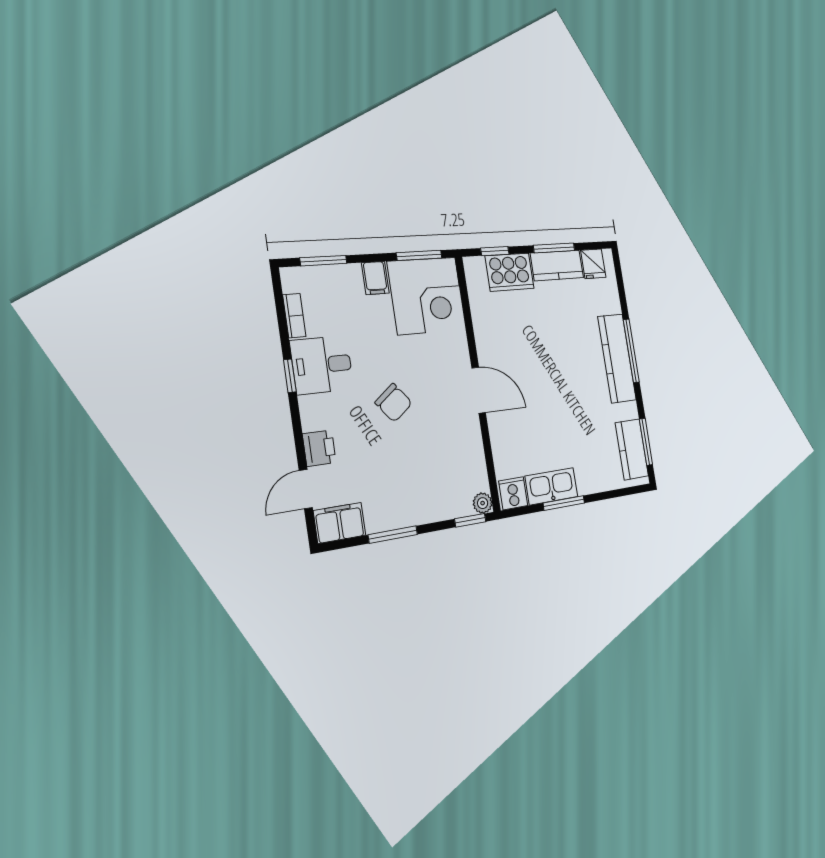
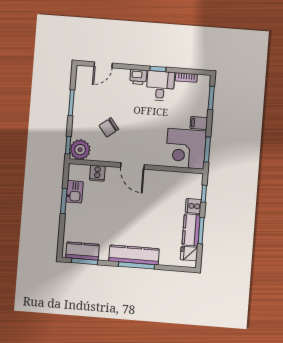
cooker: (510, 272) -> (193, 206), width x0.53, depth x0.76
door: (479, 390) -> (132, 166), hinge flipped
chair: (394, 403) -> (109, 127), moved
printer: (319, 448) -> (138, 77), moved
kitchen sink: (552, 486) -> (74, 192), width x0.73
door: (306, 489) -> (103, 65), swing flipped
cooker: (513, 493) -> (97, 173), moved, turned 90
plant: (483, 503) -> (80, 150), width x1.87, depth x1.87
filing cabinet: (340, 523) -> (84, 78), removed

